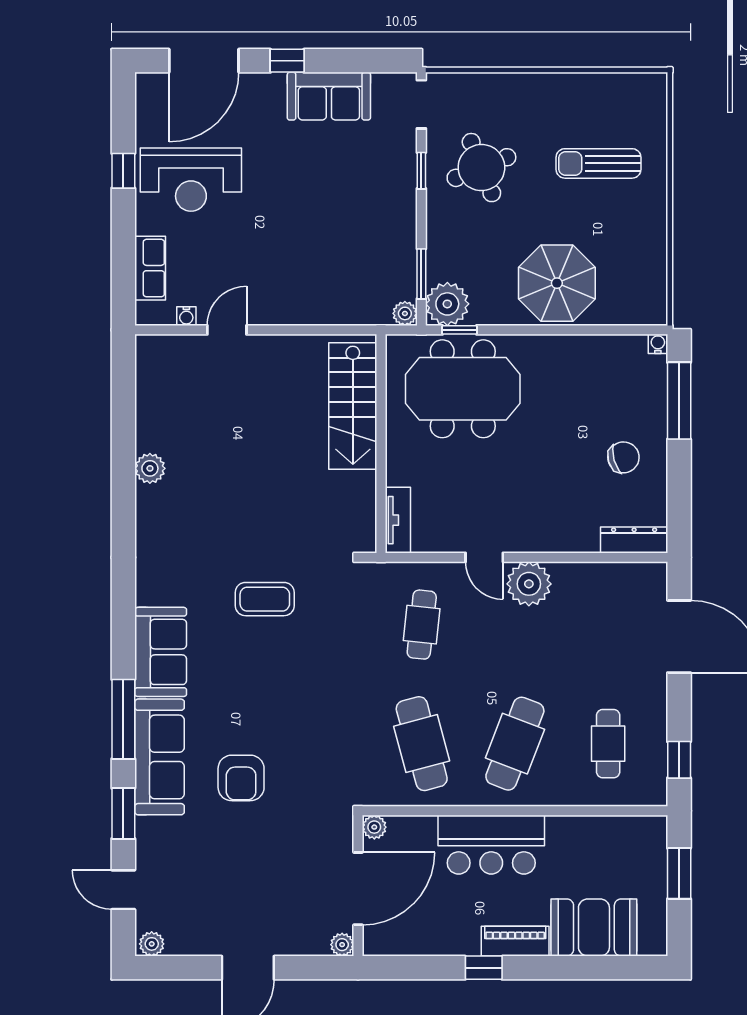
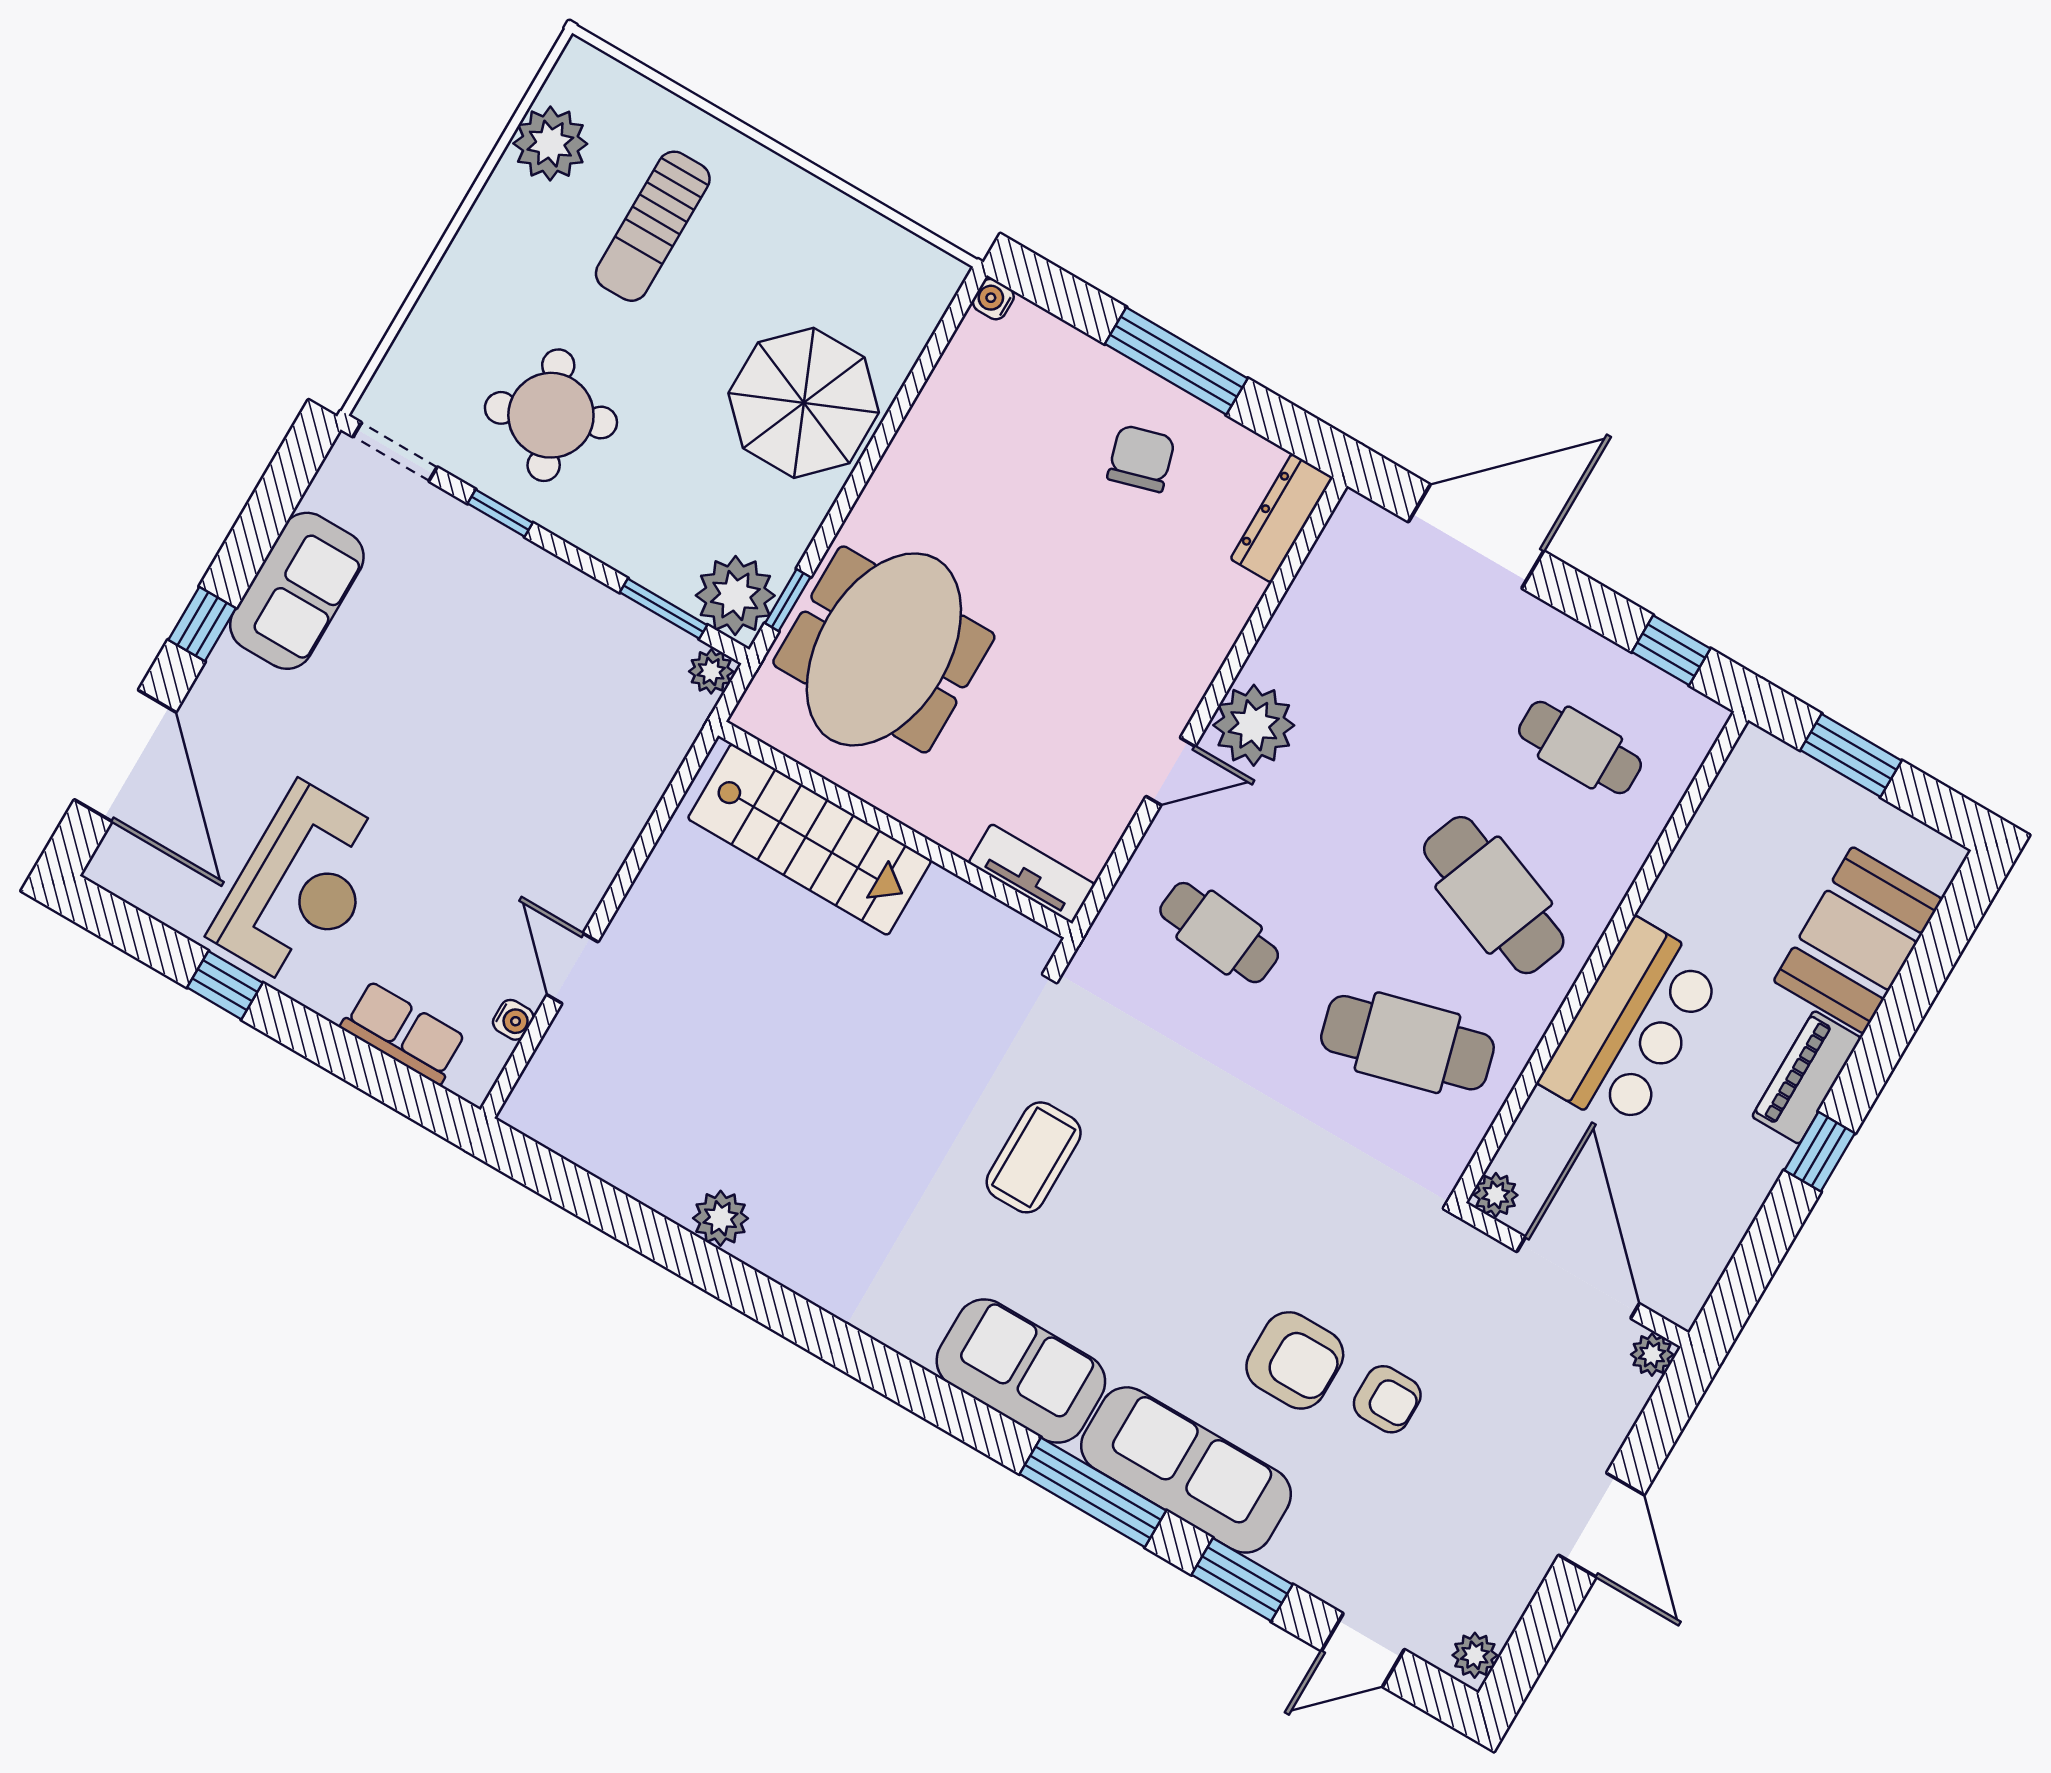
plant: (609, 92) -> (550, 144), added
window: (679, 401) -> (1176, 361), moved
armchair: (248, 832) -> (1387, 1399), added

